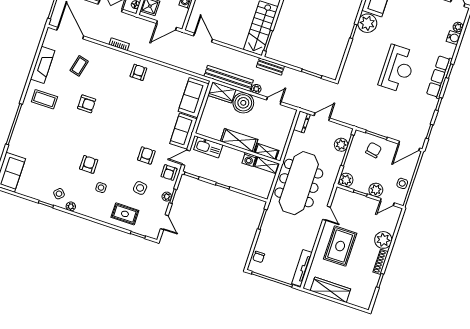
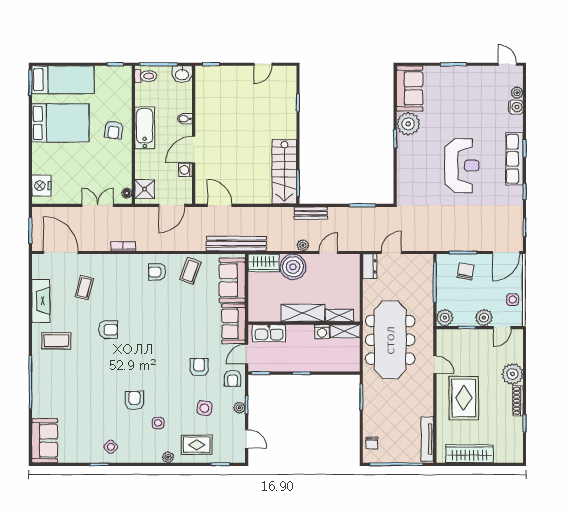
armchair: (138, 72) -> (157, 272), turned -90
bench: (229, 78) -> (236, 244), moved
coffee table: (164, 80) -> (190, 271), added
plant: (341, 145) -> (425, 278), removed
plant: (71, 206) -> (168, 457), moved

